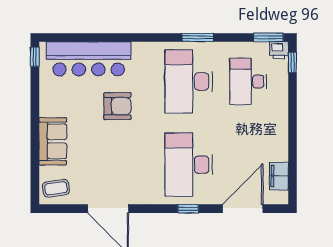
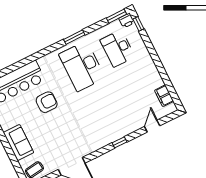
desk: (189, 165) -> (107, 116), removed
door: (243, 209) -> (152, 126), width x0.53

